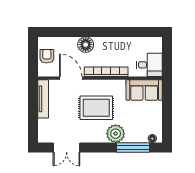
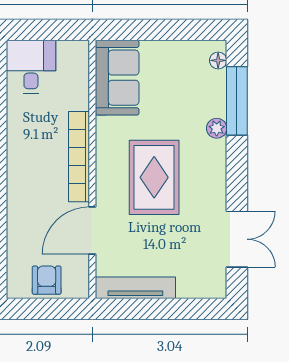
floor lamp: (86, 45) -> (23, 199), removed
armchair: (47, 56) -> (47, 280), turned 90
desk: (149, 65) -> (31, 67), moved
plant: (116, 134) -> (217, 128), width x0.53, depth x0.53

